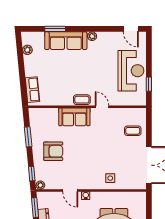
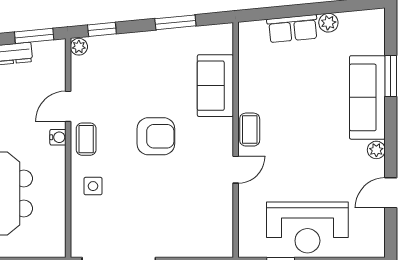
door: (131, 29) -> (391, 193), moved
plant: (27, 50) -> (328, 23), moved
row of seats: (32, 90) -> (293, 29), moved
sofa: (74, 117) -> (215, 86), moved
coffee table: (133, 131) -> (86, 139), moved
armchair: (53, 151) -> (156, 136), moved, turned -90

